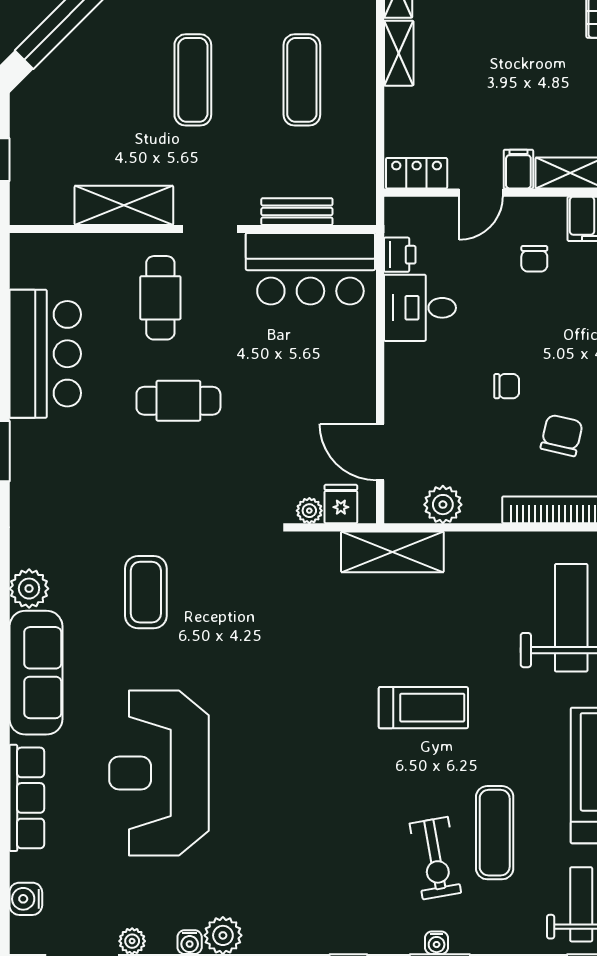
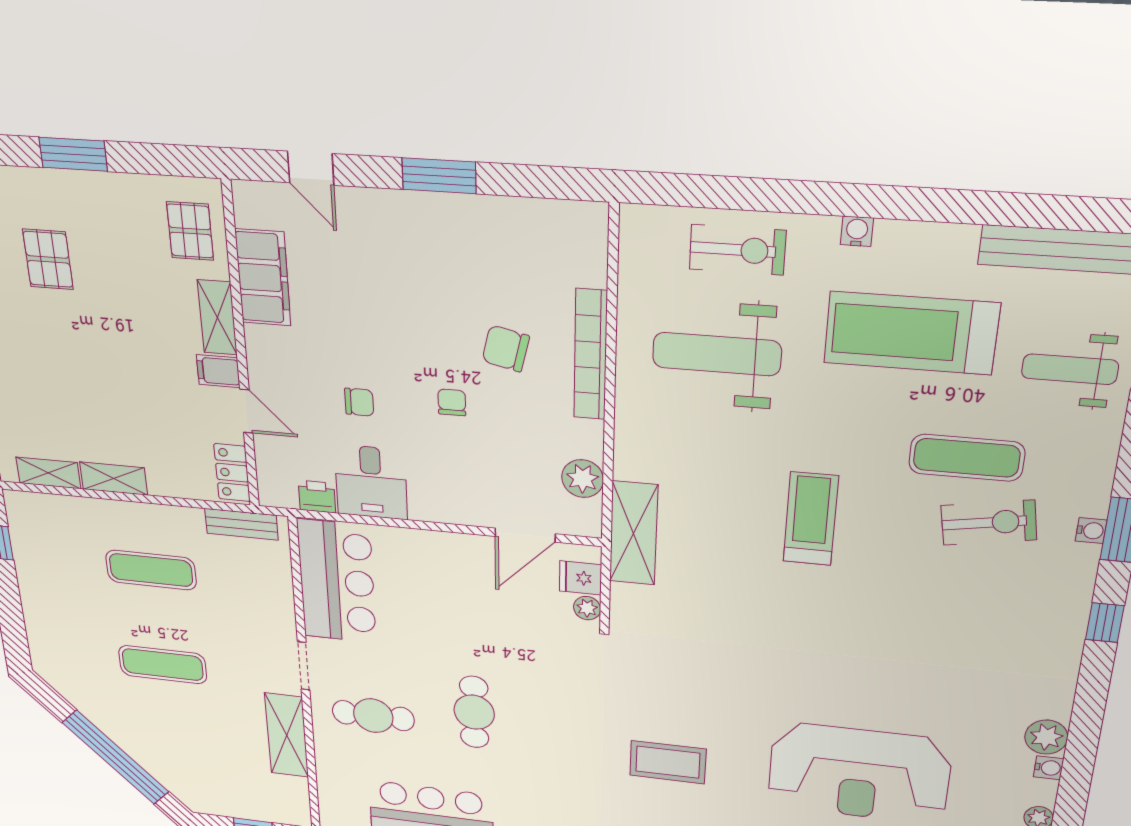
bench: (297, 212) -> (241, 524), moved, turned 90
chair: (534, 259) -> (359, 402), moved

